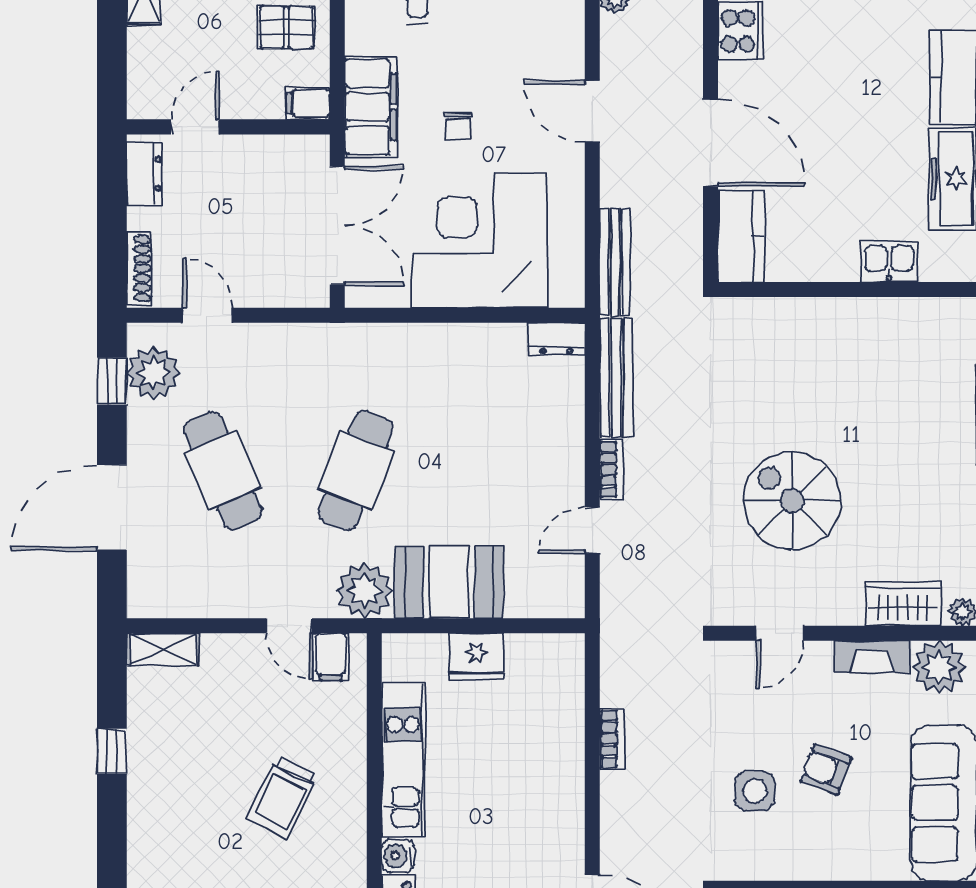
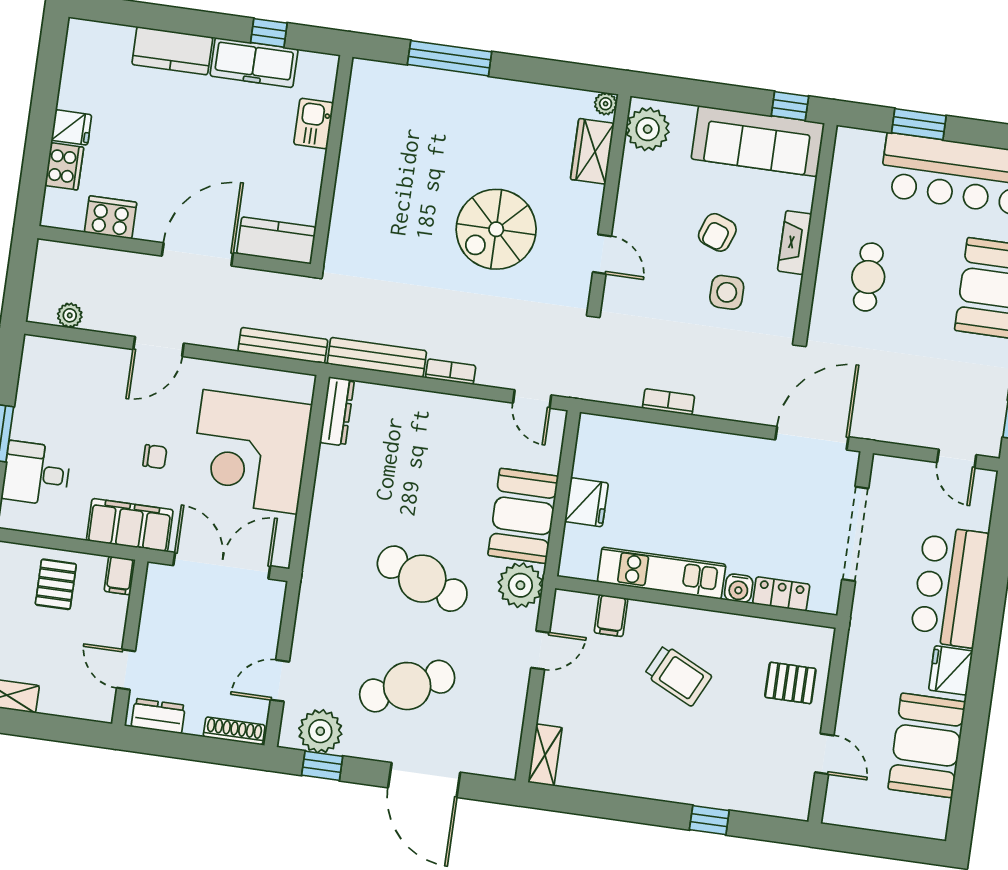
dresser: (557, 339) -> (337, 411), width x1.44
door: (592, 530) -> (532, 399), moved
filing cabinet: (331, 657) -> (611, 616), moved, turned 90
fireplace: (872, 657) -> (795, 243), moved, turned 180
window: (112, 751) -> (709, 820), moved

